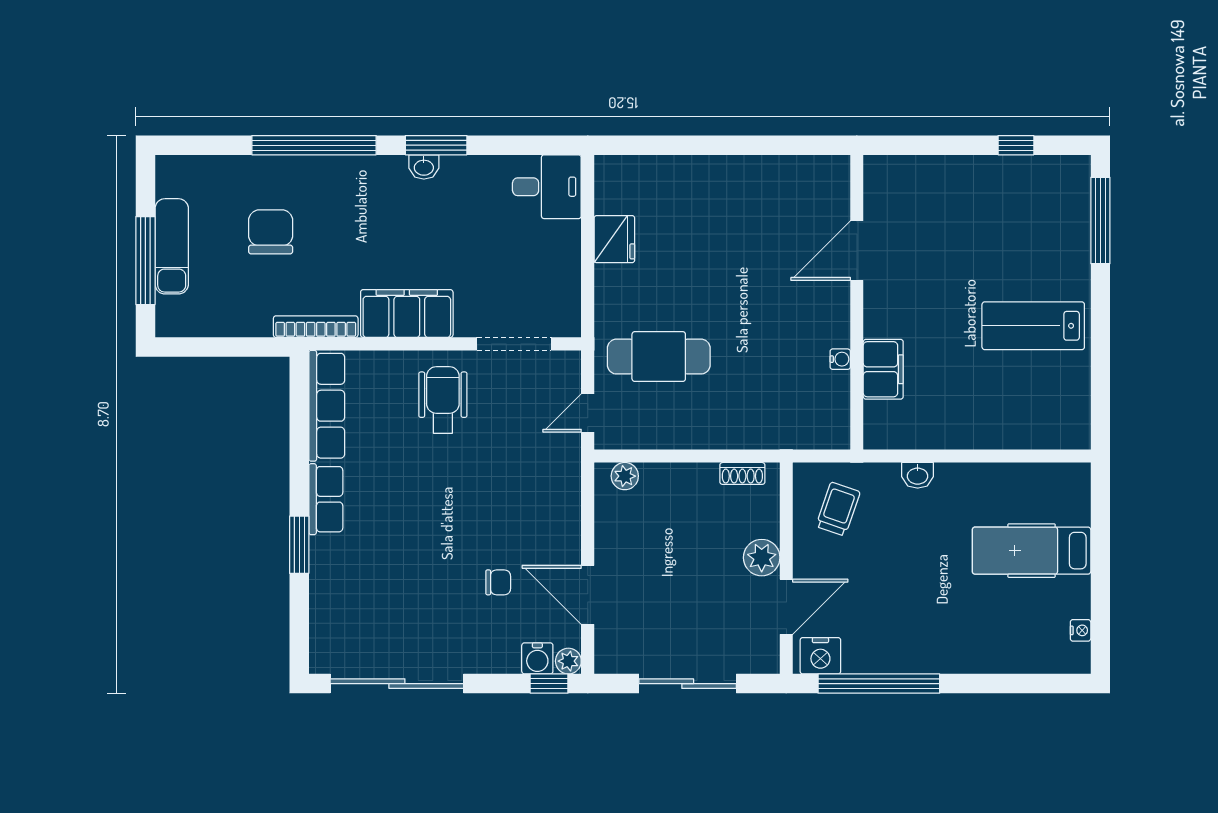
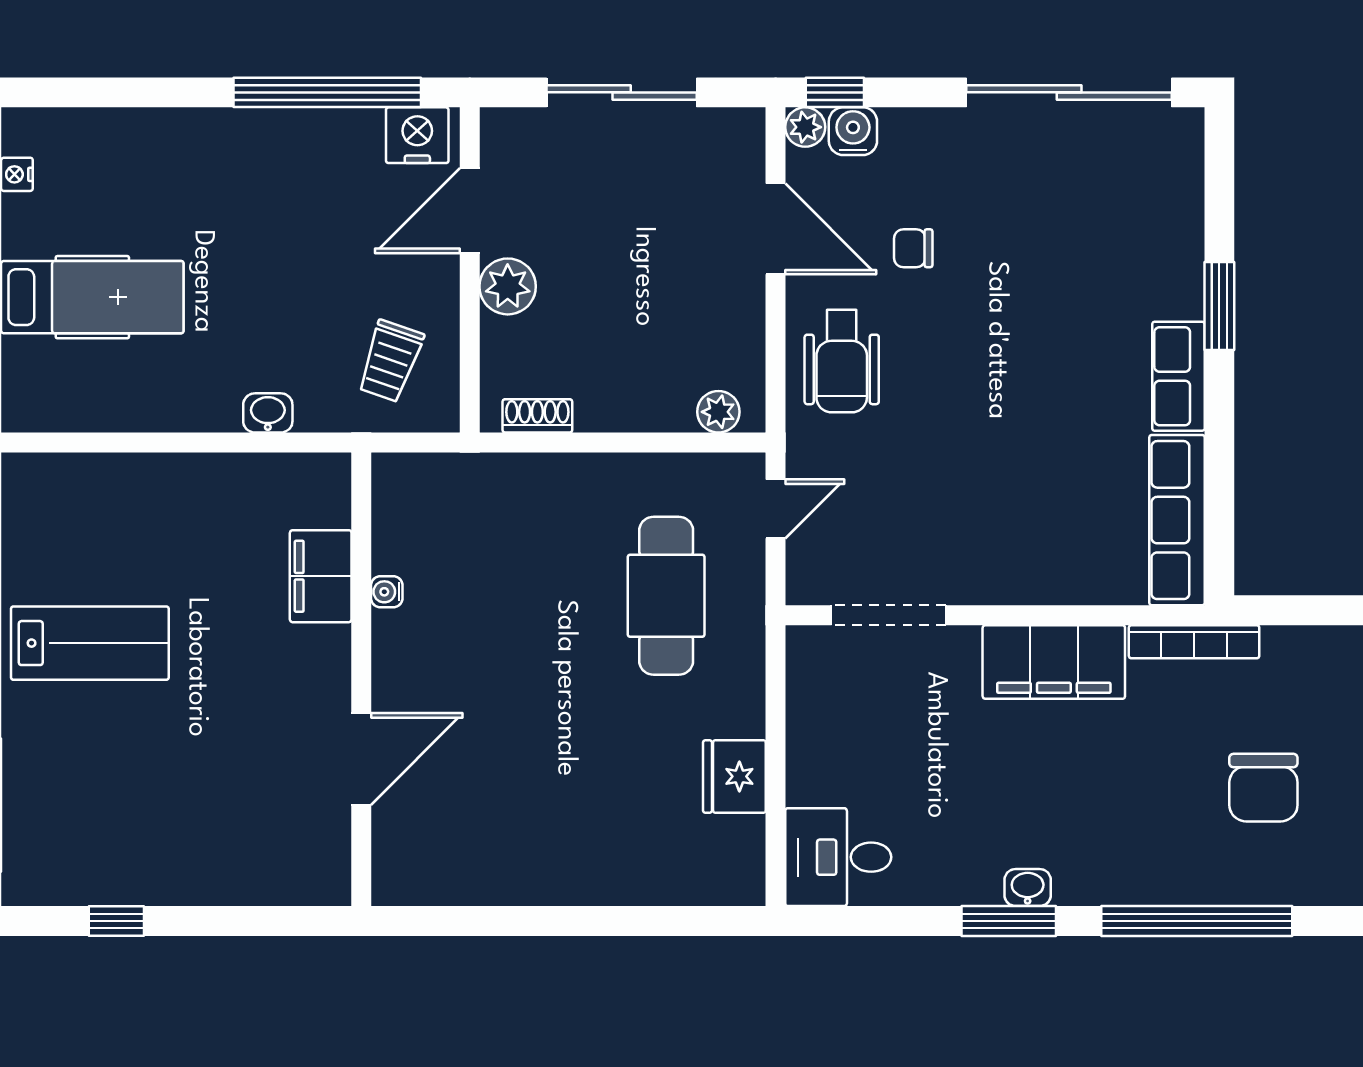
cafe table: (659, 357) -> (666, 596), turned 90
wheelchair: (443, 400) -> (842, 361), moved

